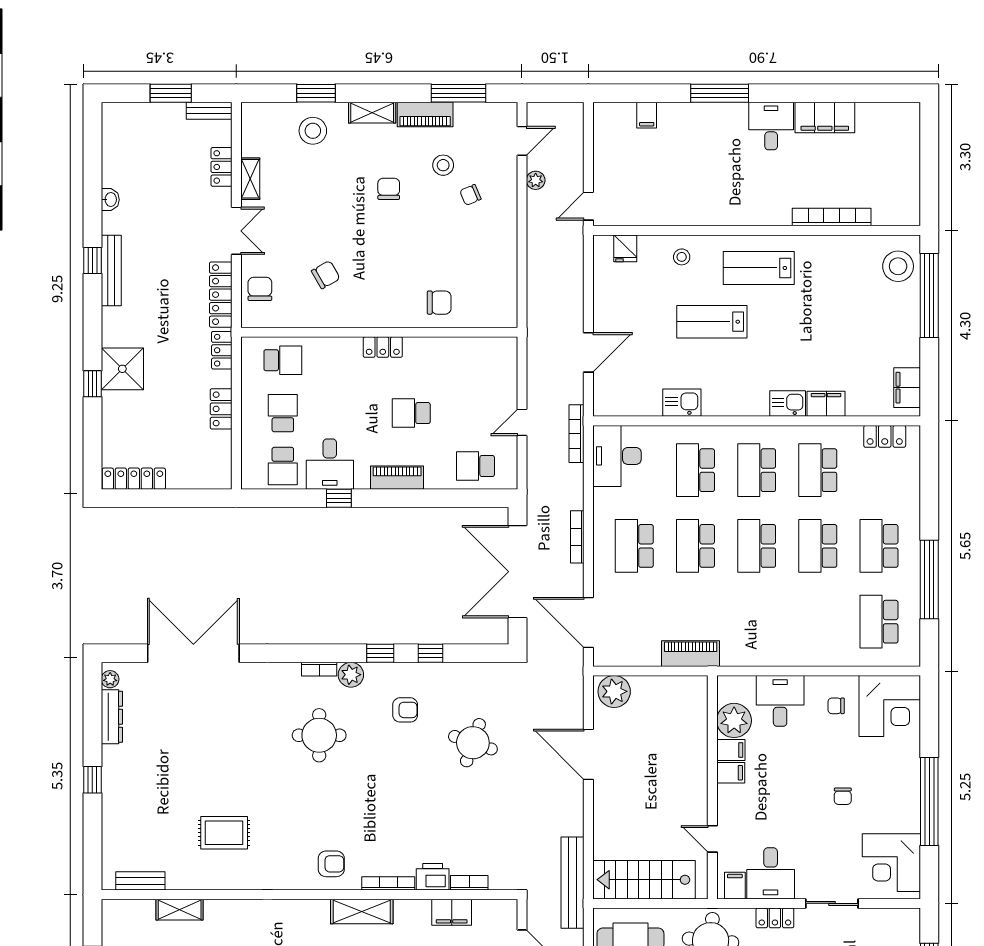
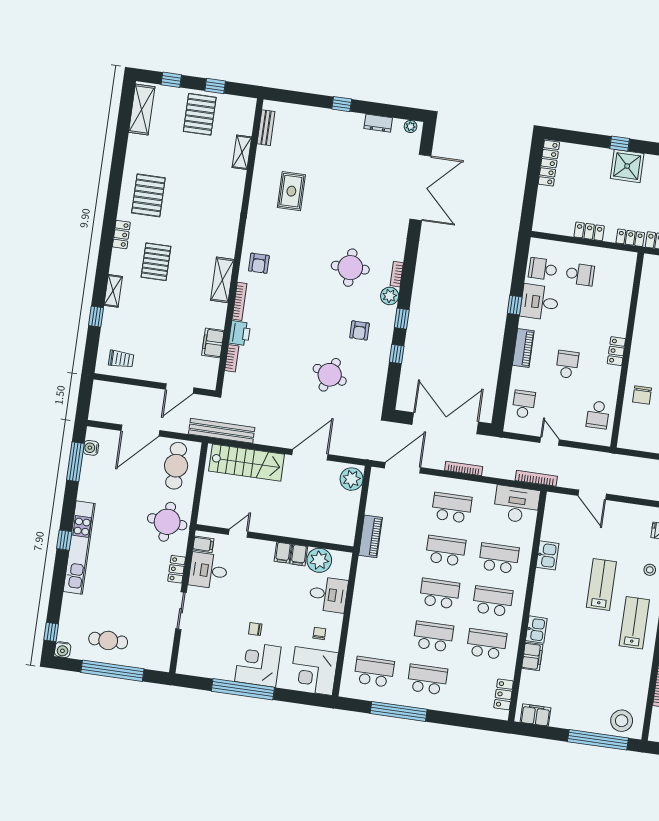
school desk: (283, 360) -> (598, 415), moved
dresser: (112, 717) -> (378, 123), width x0.70
corner desk: (891, 863) -> (258, 664), moved
stairs: (644, 880) -> (247, 463), moved, turned 90

